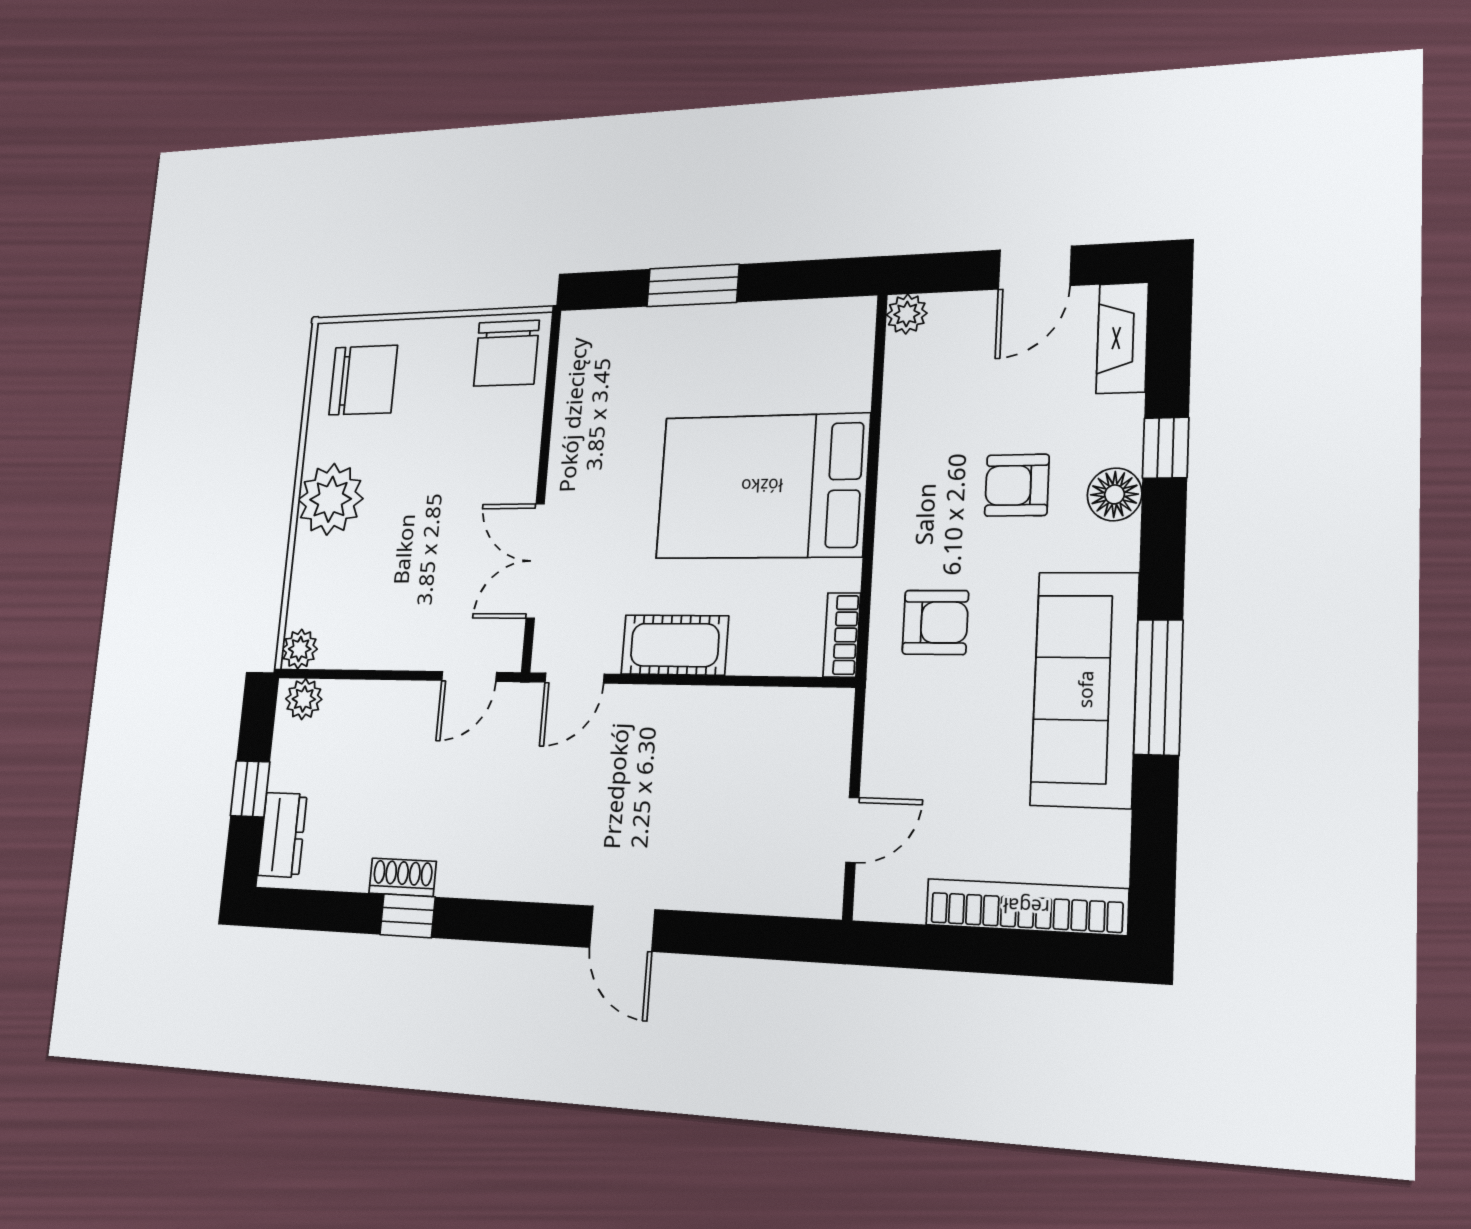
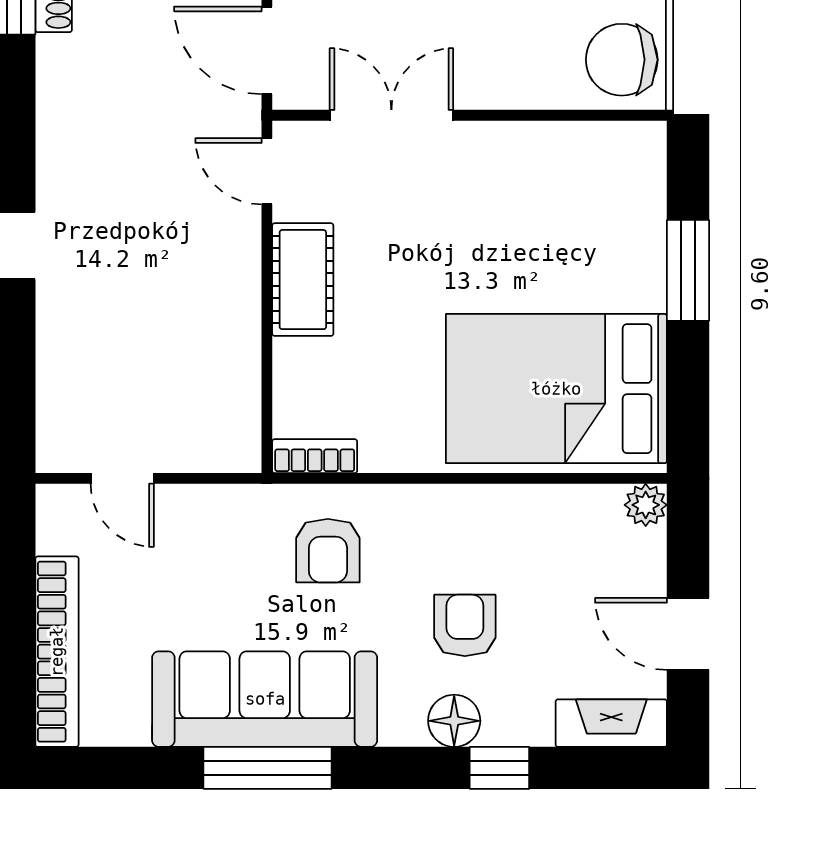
bed: (762, 486) -> (556, 389), moved, turned -90
door: (469, 676) -> (267, 50), width x1.38

